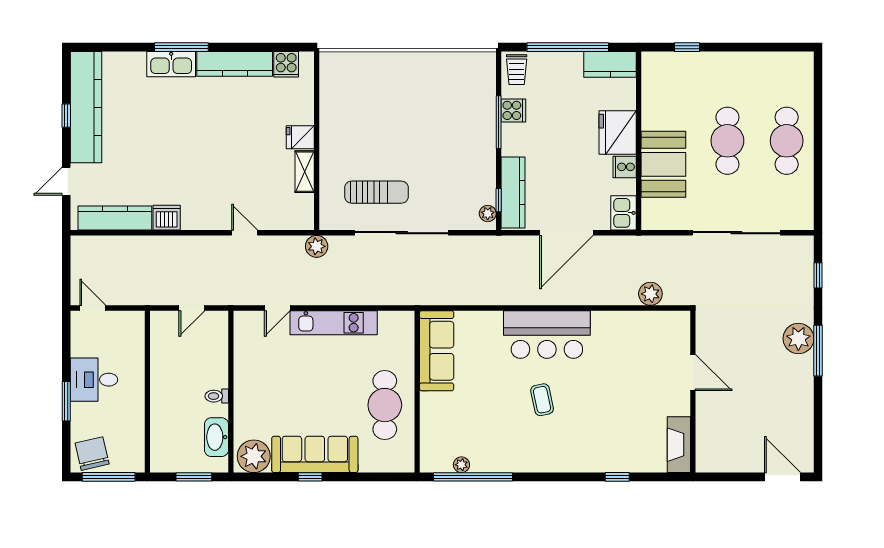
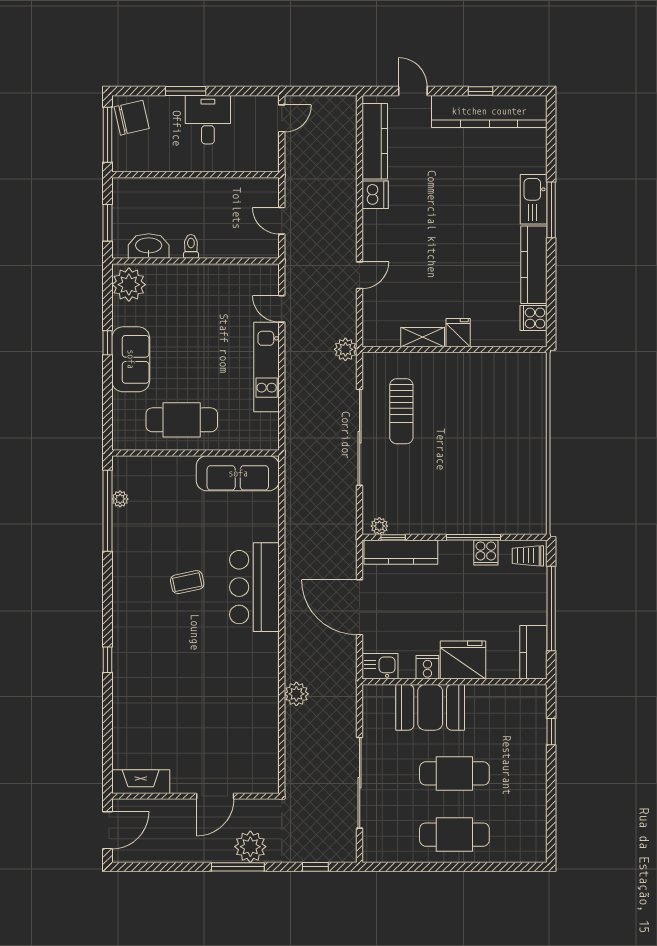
door: (693, 373) -> (215, 796), moved
wall: (693, 392) -> (196, 796), moved
fireplace: (679, 445) -> (141, 782), moved
sofa: (315, 454) -> (131, 359), width x0.73

